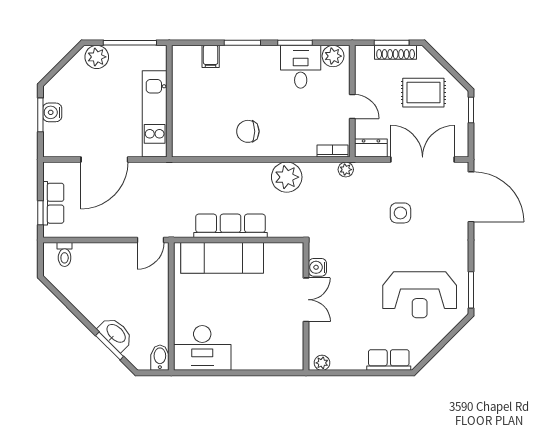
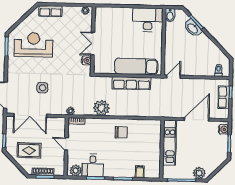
water cooler: (52, 112) -> (224, 129), moved
dresser: (371, 148) -> (57, 122), removed

